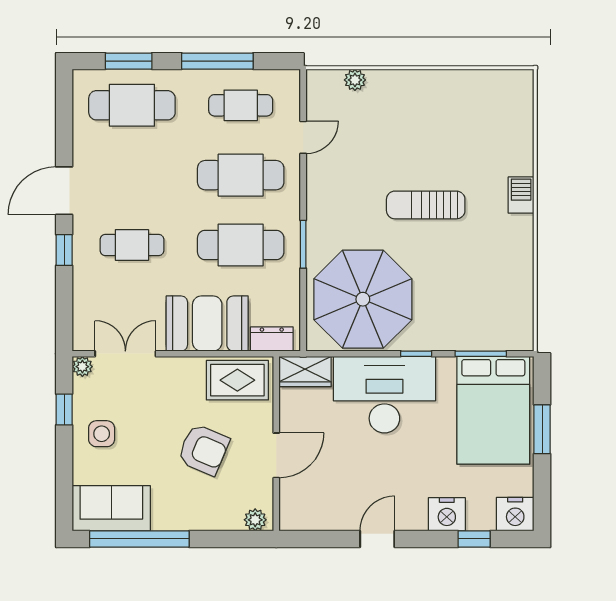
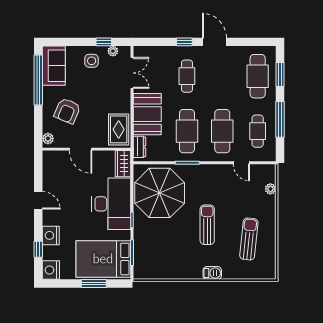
sun lounger: (454, 123) -> (249, 239), added
plant: (82, 367) -> (113, 51), moved
armchair: (203, 450) -> (67, 111), moved

